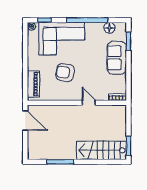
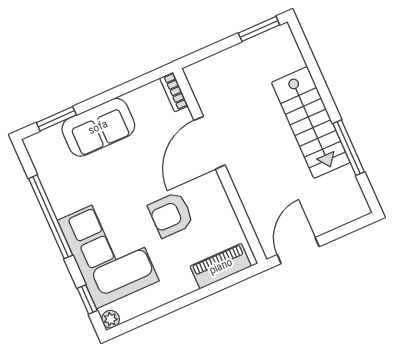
floor lamp: (109, 28) -> (46, 167), removed
armchair: (65, 72) -> (171, 215), turned 81
door: (89, 103) -> (209, 143), width x1.88
stairs: (101, 150) -> (311, 122), moved

